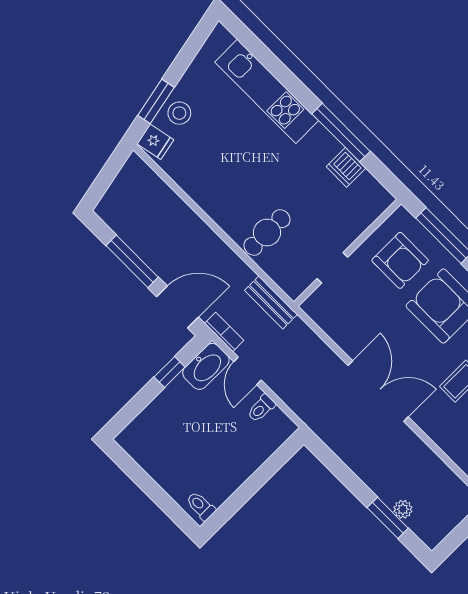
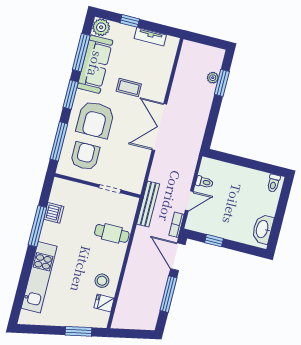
stool: (179, 113) -> (102, 281), moved
fridge: (155, 142) -> (104, 303), moved, turned -78
bench: (271, 302) -> (148, 204), width x1.36
washbasin: (206, 366) -> (263, 229), moved, turned -90

